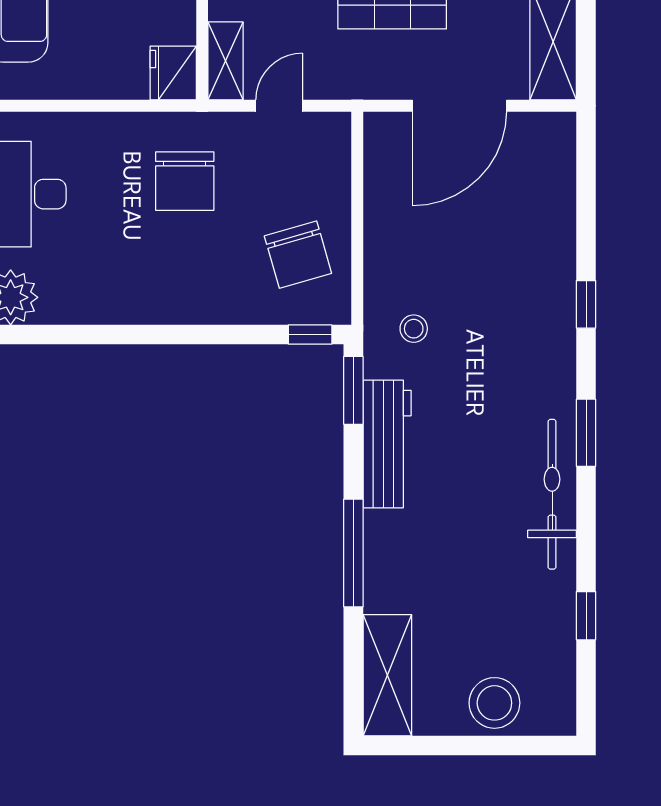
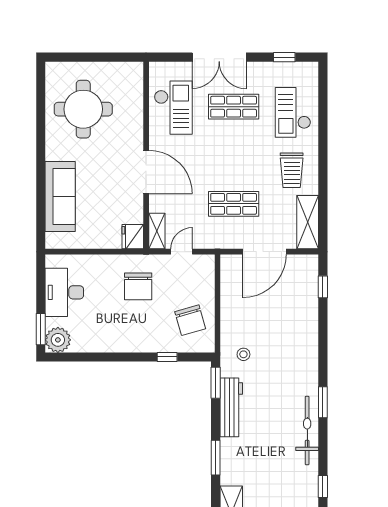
window: (586, 304) -> (323, 287), moved
window: (310, 334) -> (167, 357), moved
window: (353, 553) -> (216, 458), width x0.69

